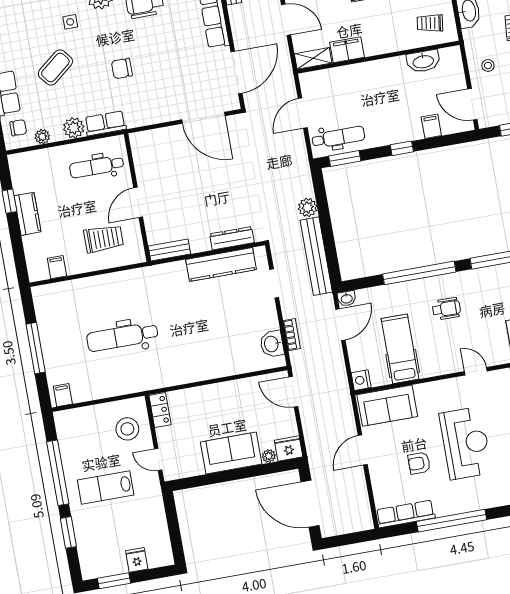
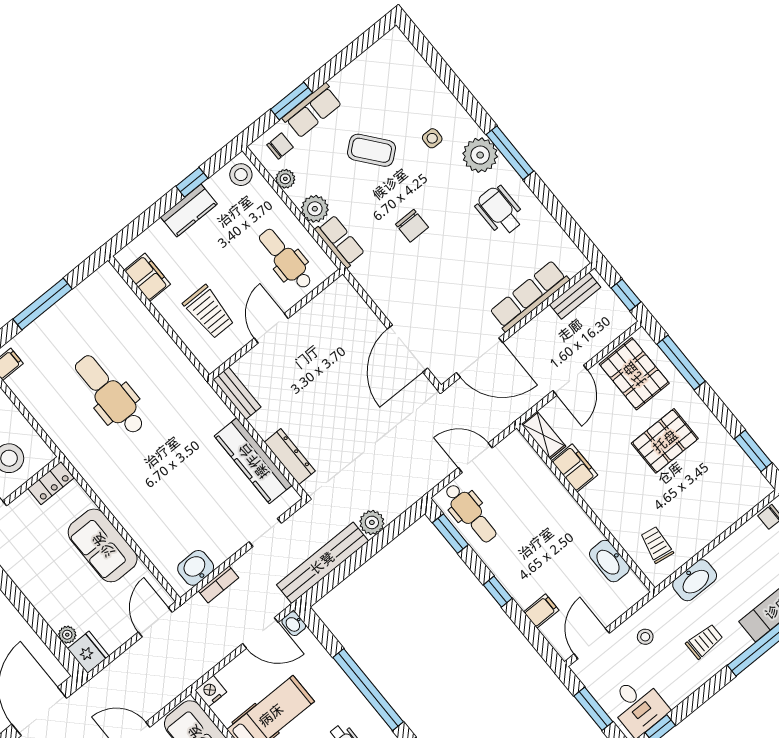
chair: (122, 69) -> (412, 226), turned 180
chair: (18, 128) -> (280, 146), turned -90
stool: (23, 165) -> (241, 175), added
door: (138, 202) -> (271, 328), hinge flipped
filing cabinet: (57, 267) -> (147, 277), width x2.00
sofa: (231, 453) -> (103, 545), moved, turned 180

